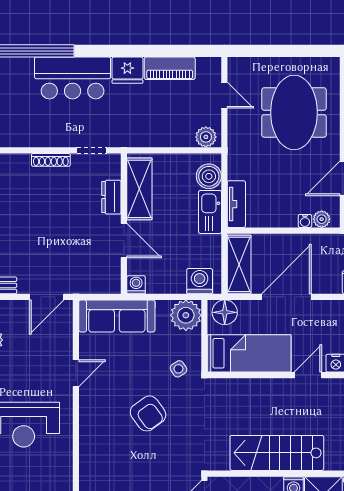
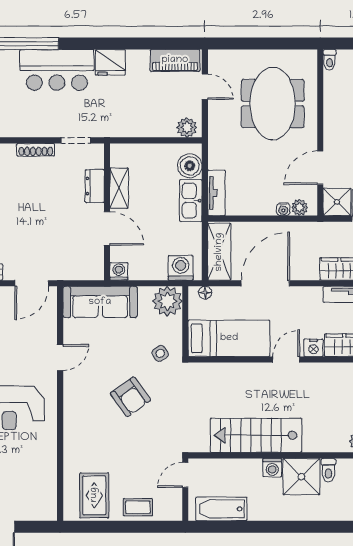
piano: (170, 68) -> (175, 60), moved
shelving: (139, 189) -> (119, 188), width x0.67, depth x0.75
floor lamp: (225, 312) -> (205, 293), width x0.53, depth x0.53

